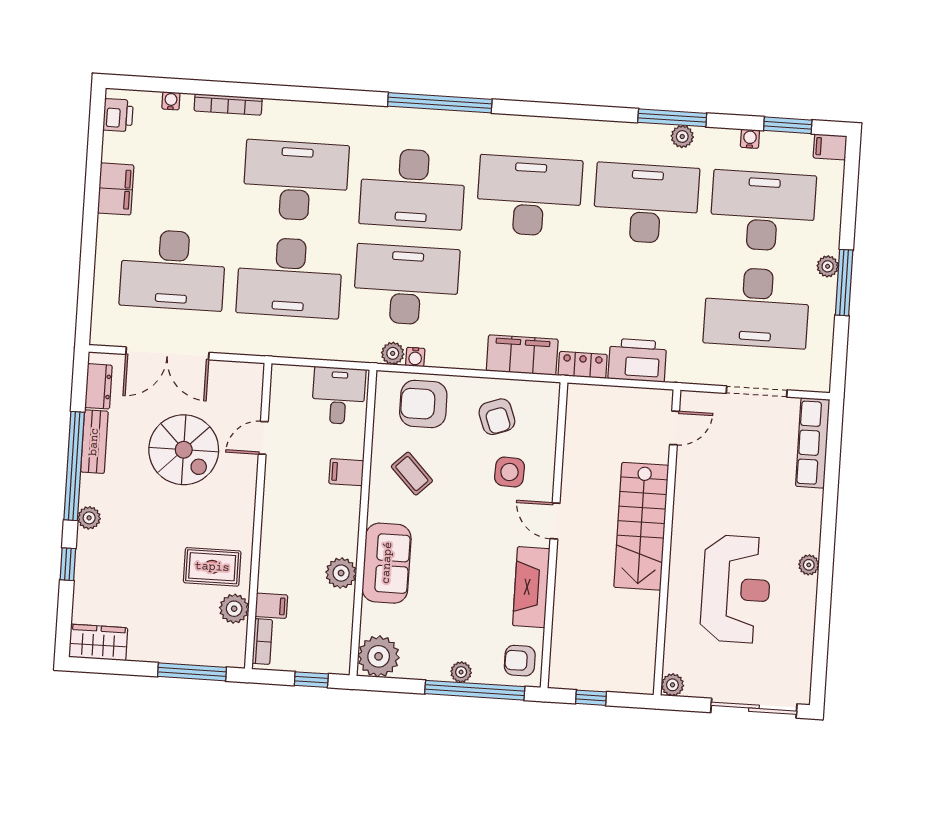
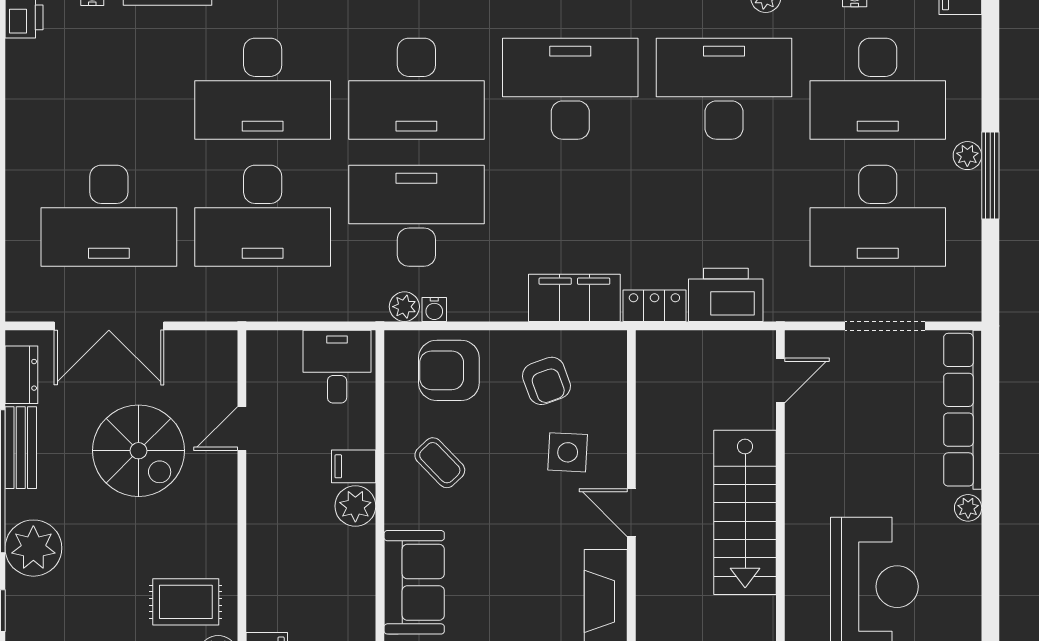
desk: (296, 181) -> (263, 89), turned 180
filing cabinet: (116, 189) -> (27, 114), removed
desk: (763, 211) -> (878, 89), turned 180
row of seats: (813, 443) -> (963, 410), width x1.36
plant: (89, 518) -> (33, 548), width x1.88, depth x1.88
plant: (809, 565) -> (968, 508), moved
plant: (341, 573) -> (355, 506), moved

